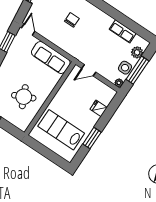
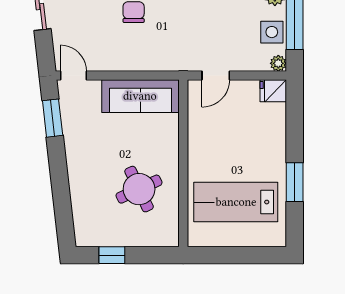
fridge: (99, 108) -> (273, 91), moved

